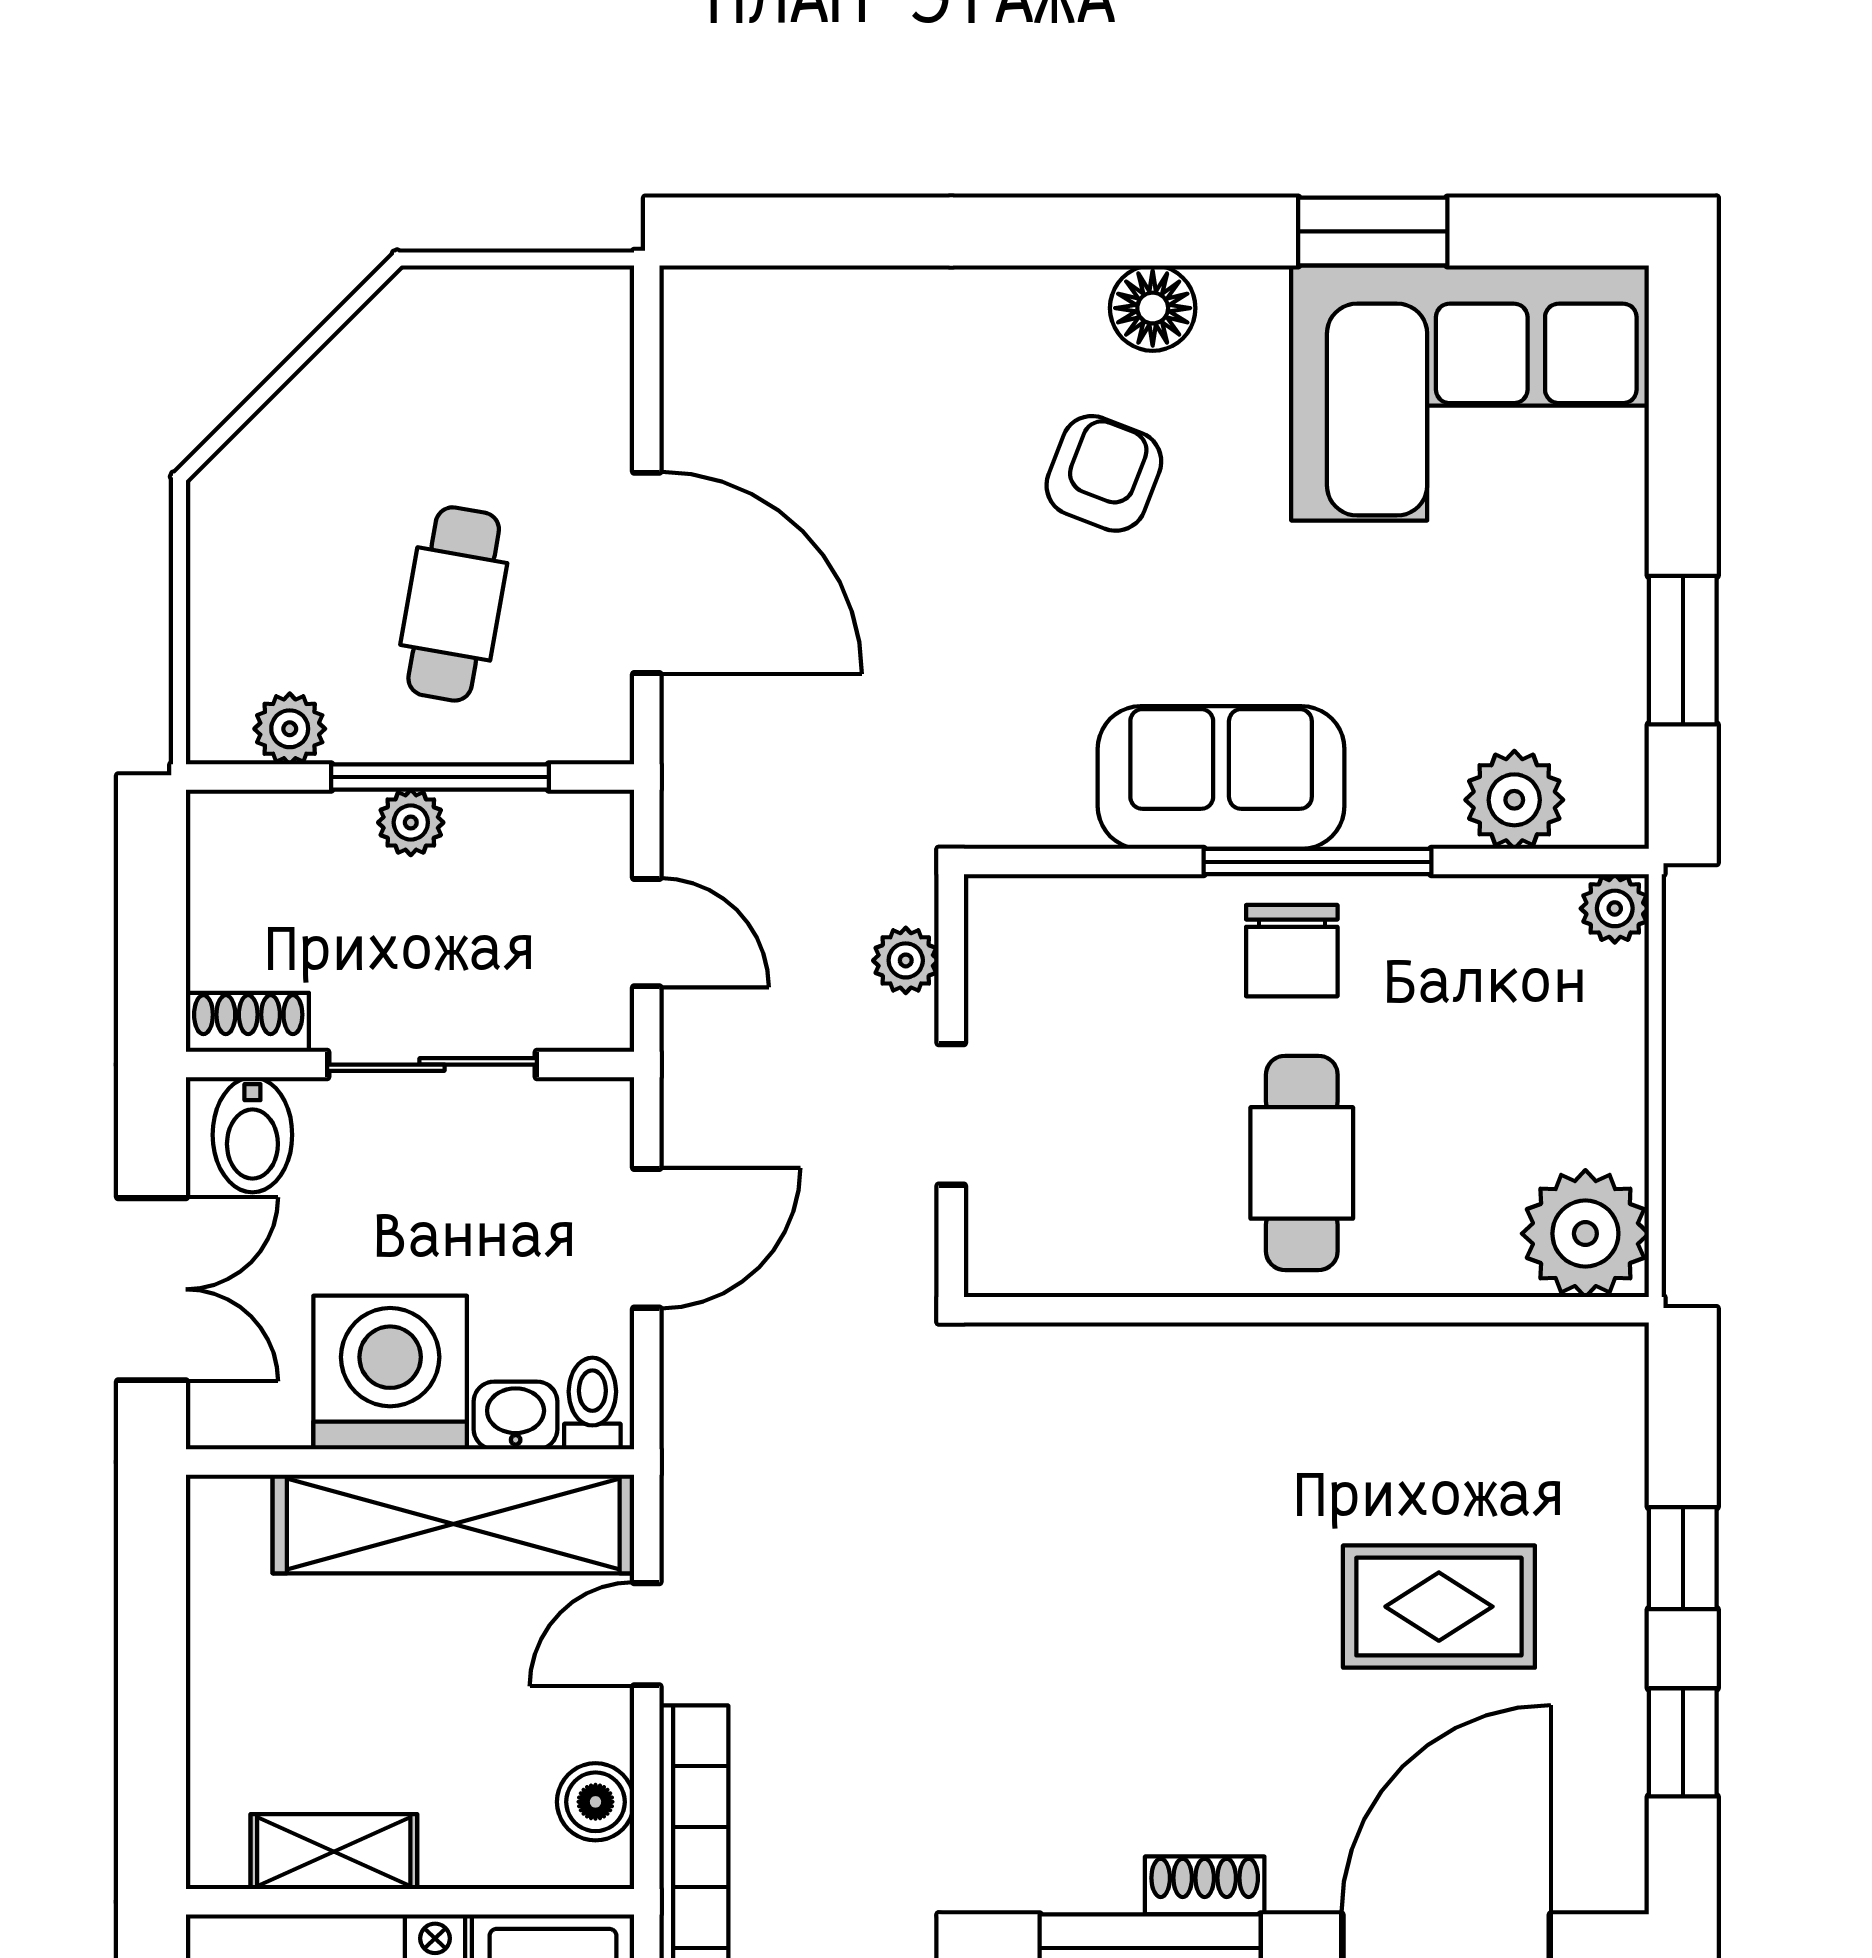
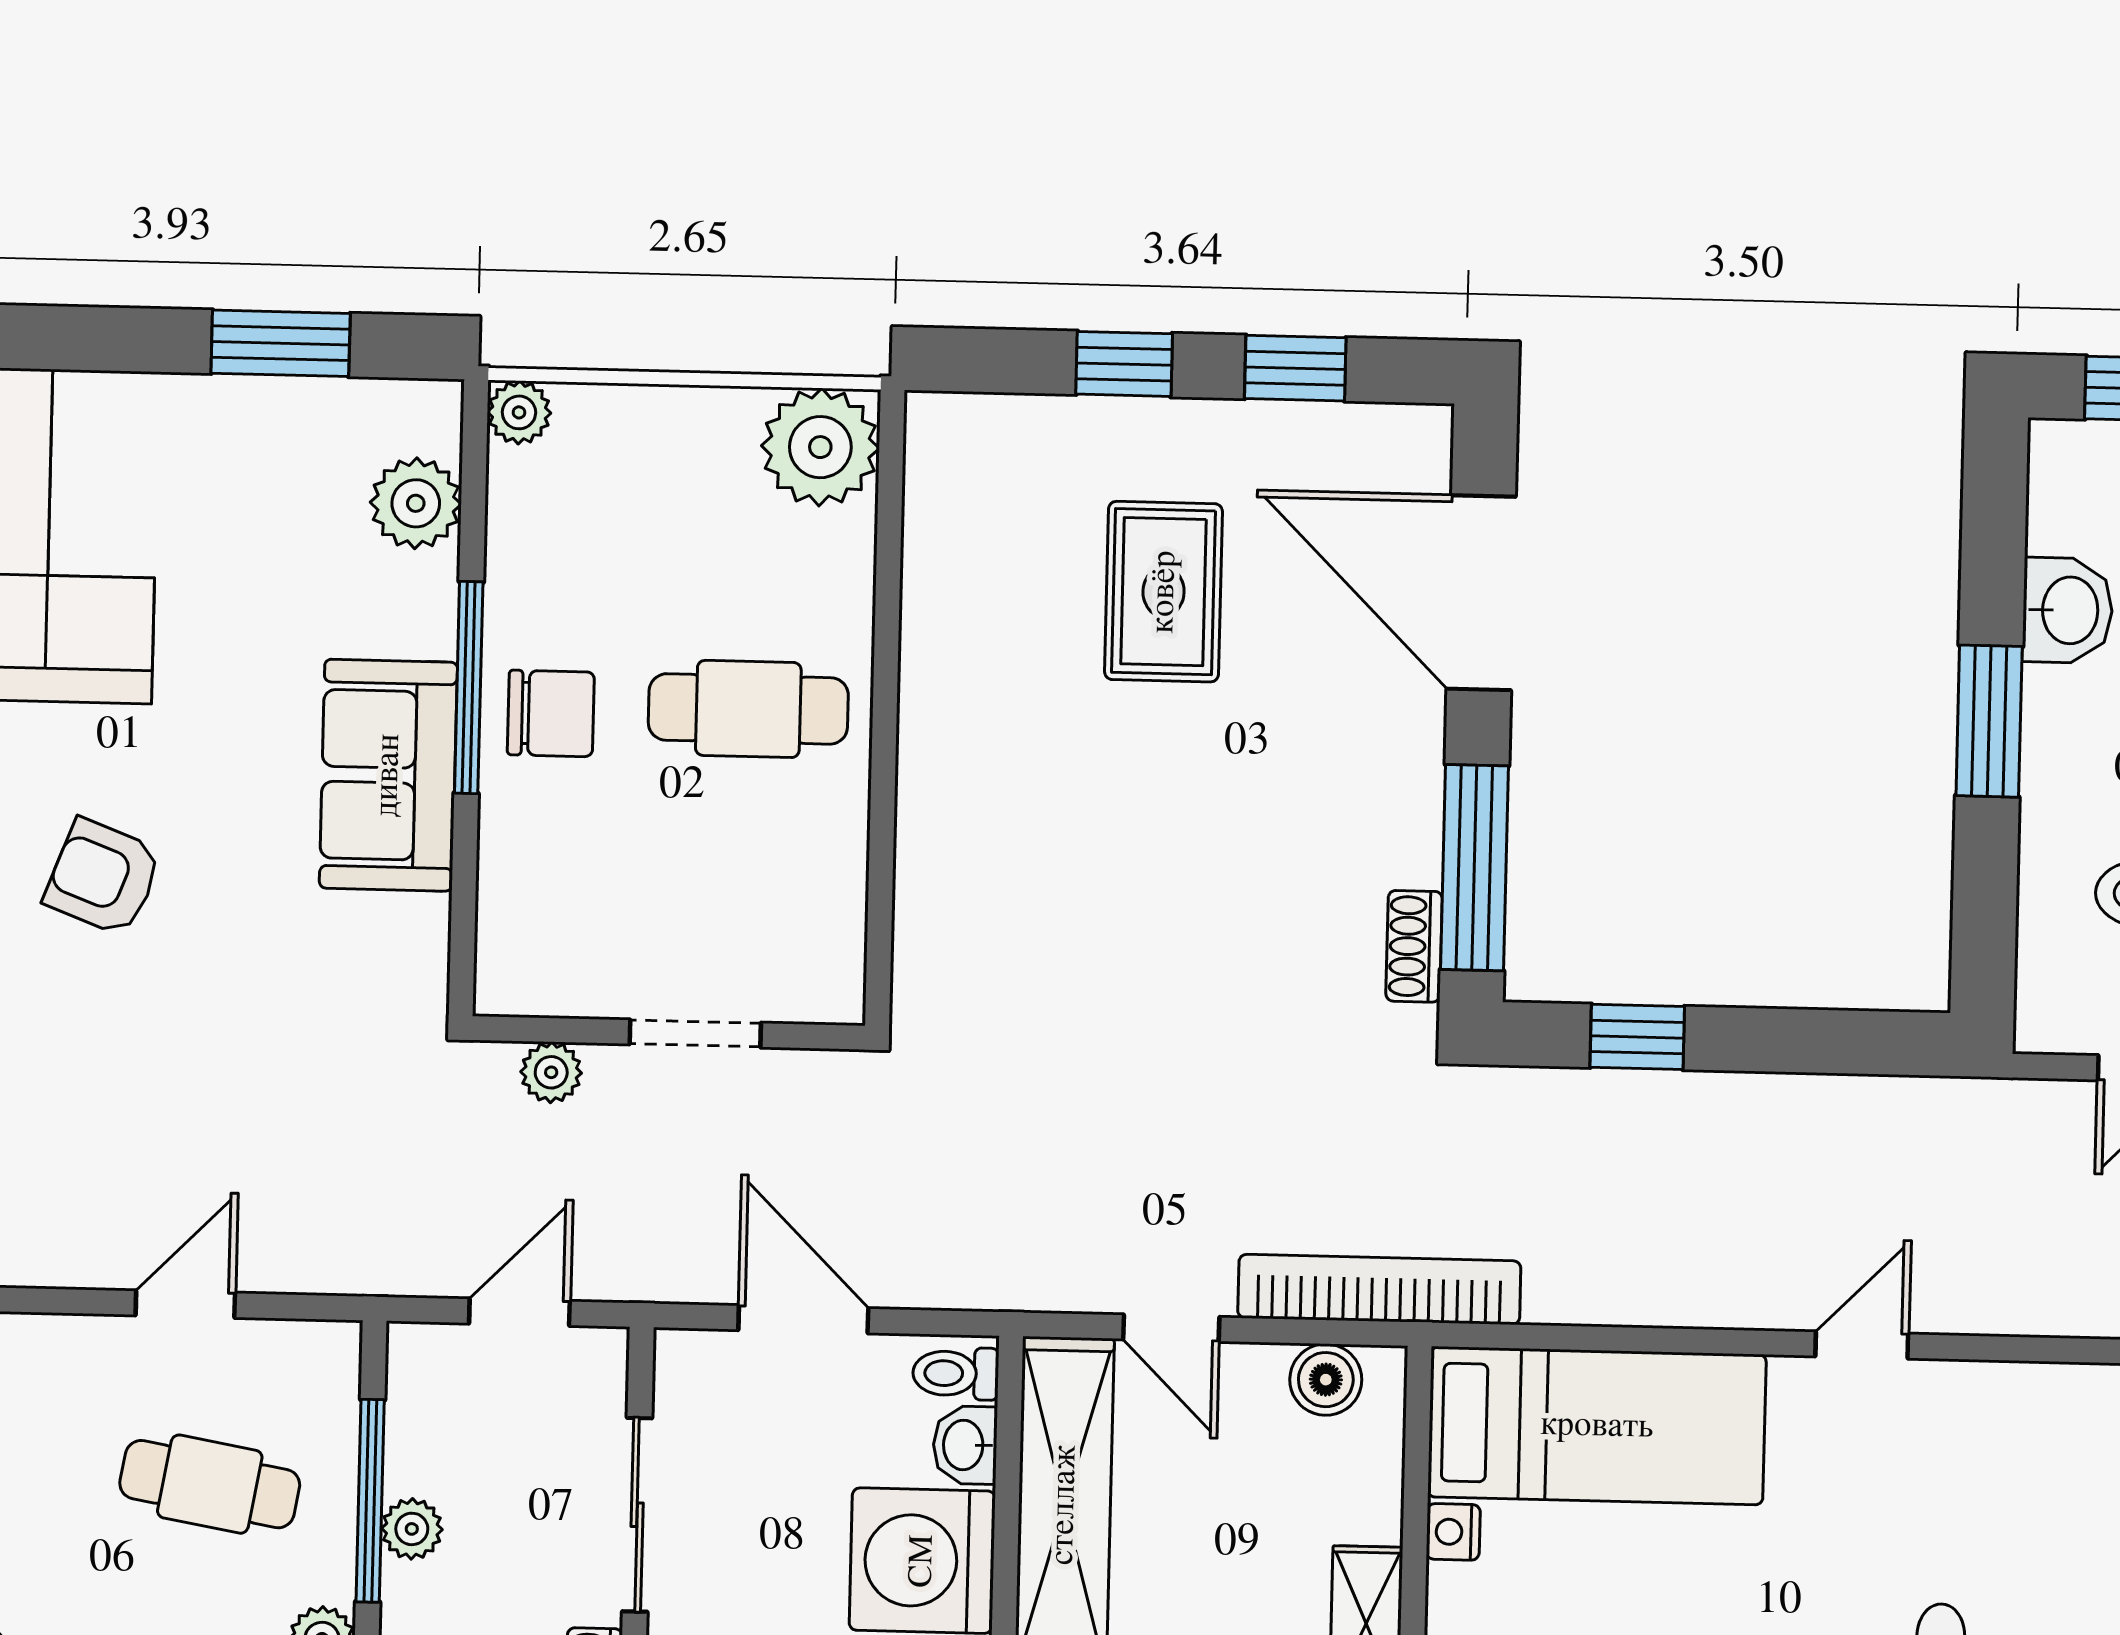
door: (647, 573) -> (185, 1304), width x0.53
shoe rack: (1205, 1885) -> (1414, 946), moved

